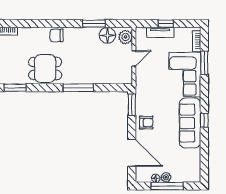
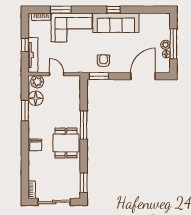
tv unit: (160, 32) -> (33, 55), width x1.41
dining table: (45, 68) -> (66, 143), moved
armchair: (146, 123) -> (103, 61), moved

